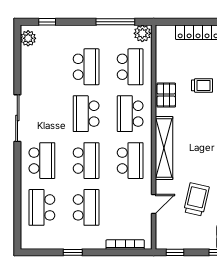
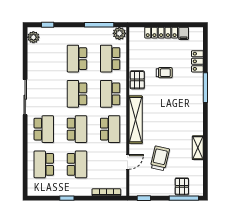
school desk: (86, 67) -> (77, 59), turned 180
school desk: (130, 67) -> (110, 59), turned 180

